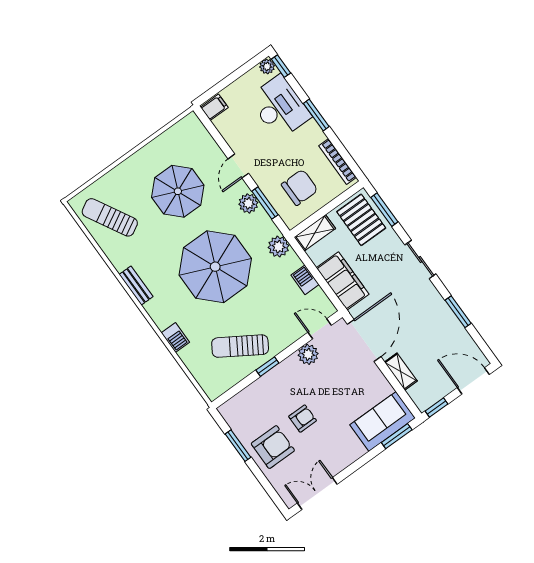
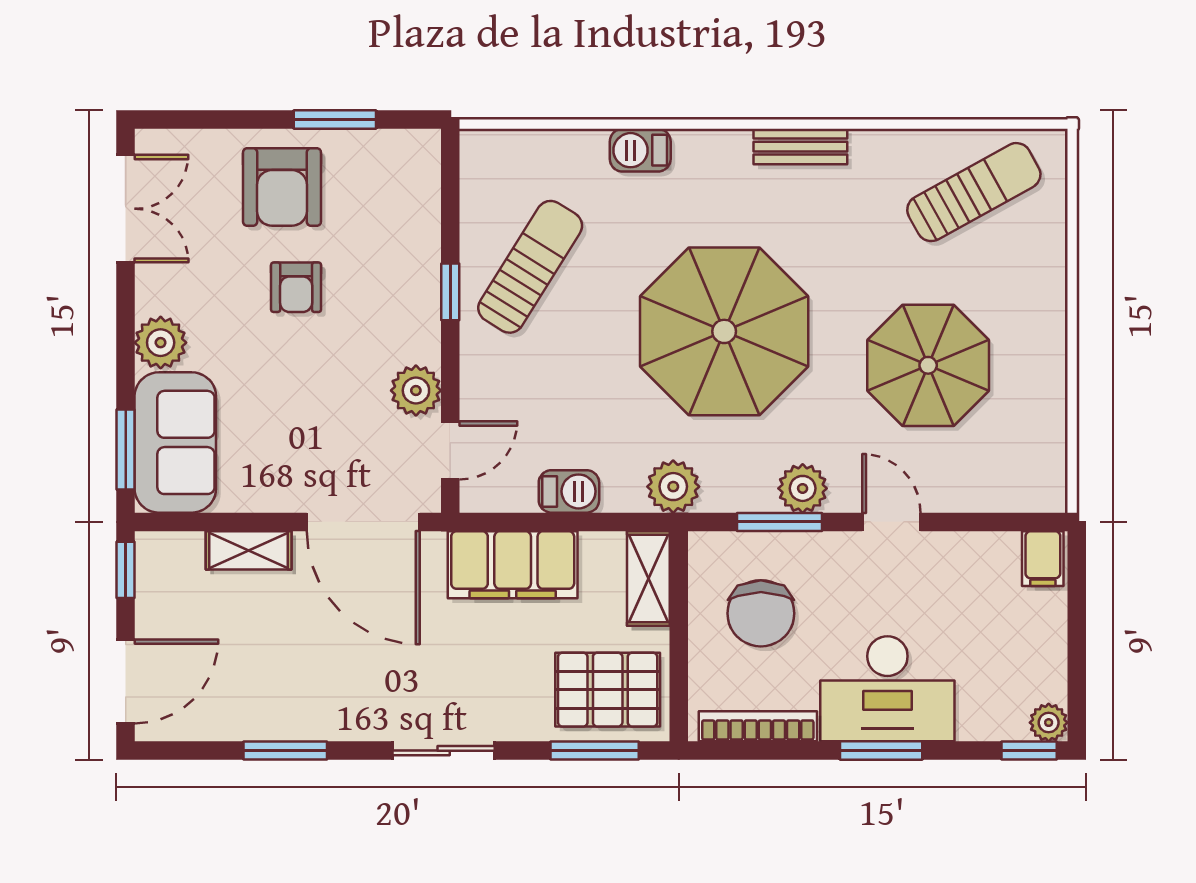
desk: (280, 107) -> (887, 689), moved
plant: (353, 450) -> (161, 343), added

